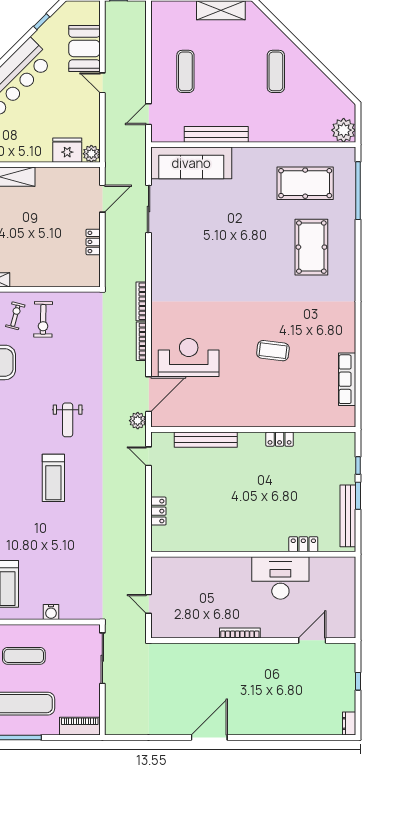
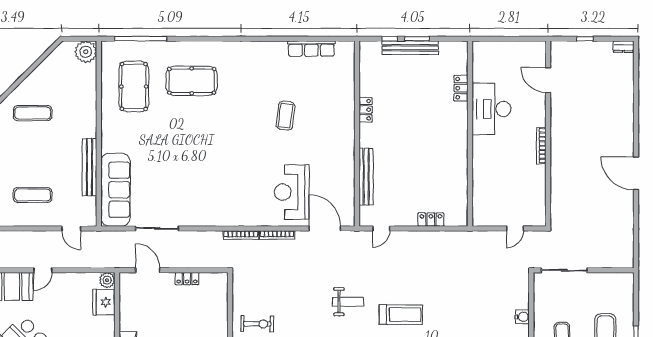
plant: (138, 421) -> (349, 238), removed
bench: (348, 516) -> (410, 48), moved
piano: (80, 726) -> (626, 291), removed

